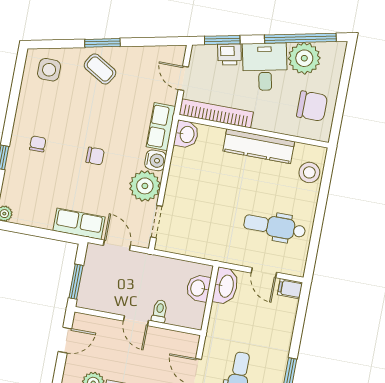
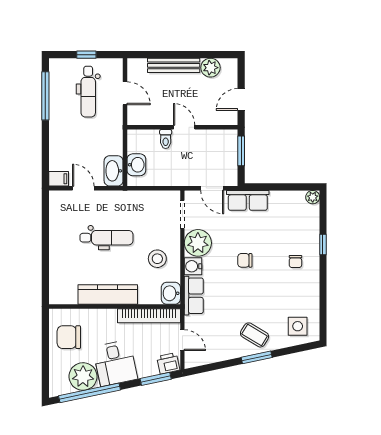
printer: (230, 54) -> (168, 363), moved
stool: (309, 172) -> (157, 259), moved
dental chair: (275, 227) -> (106, 238), moved

